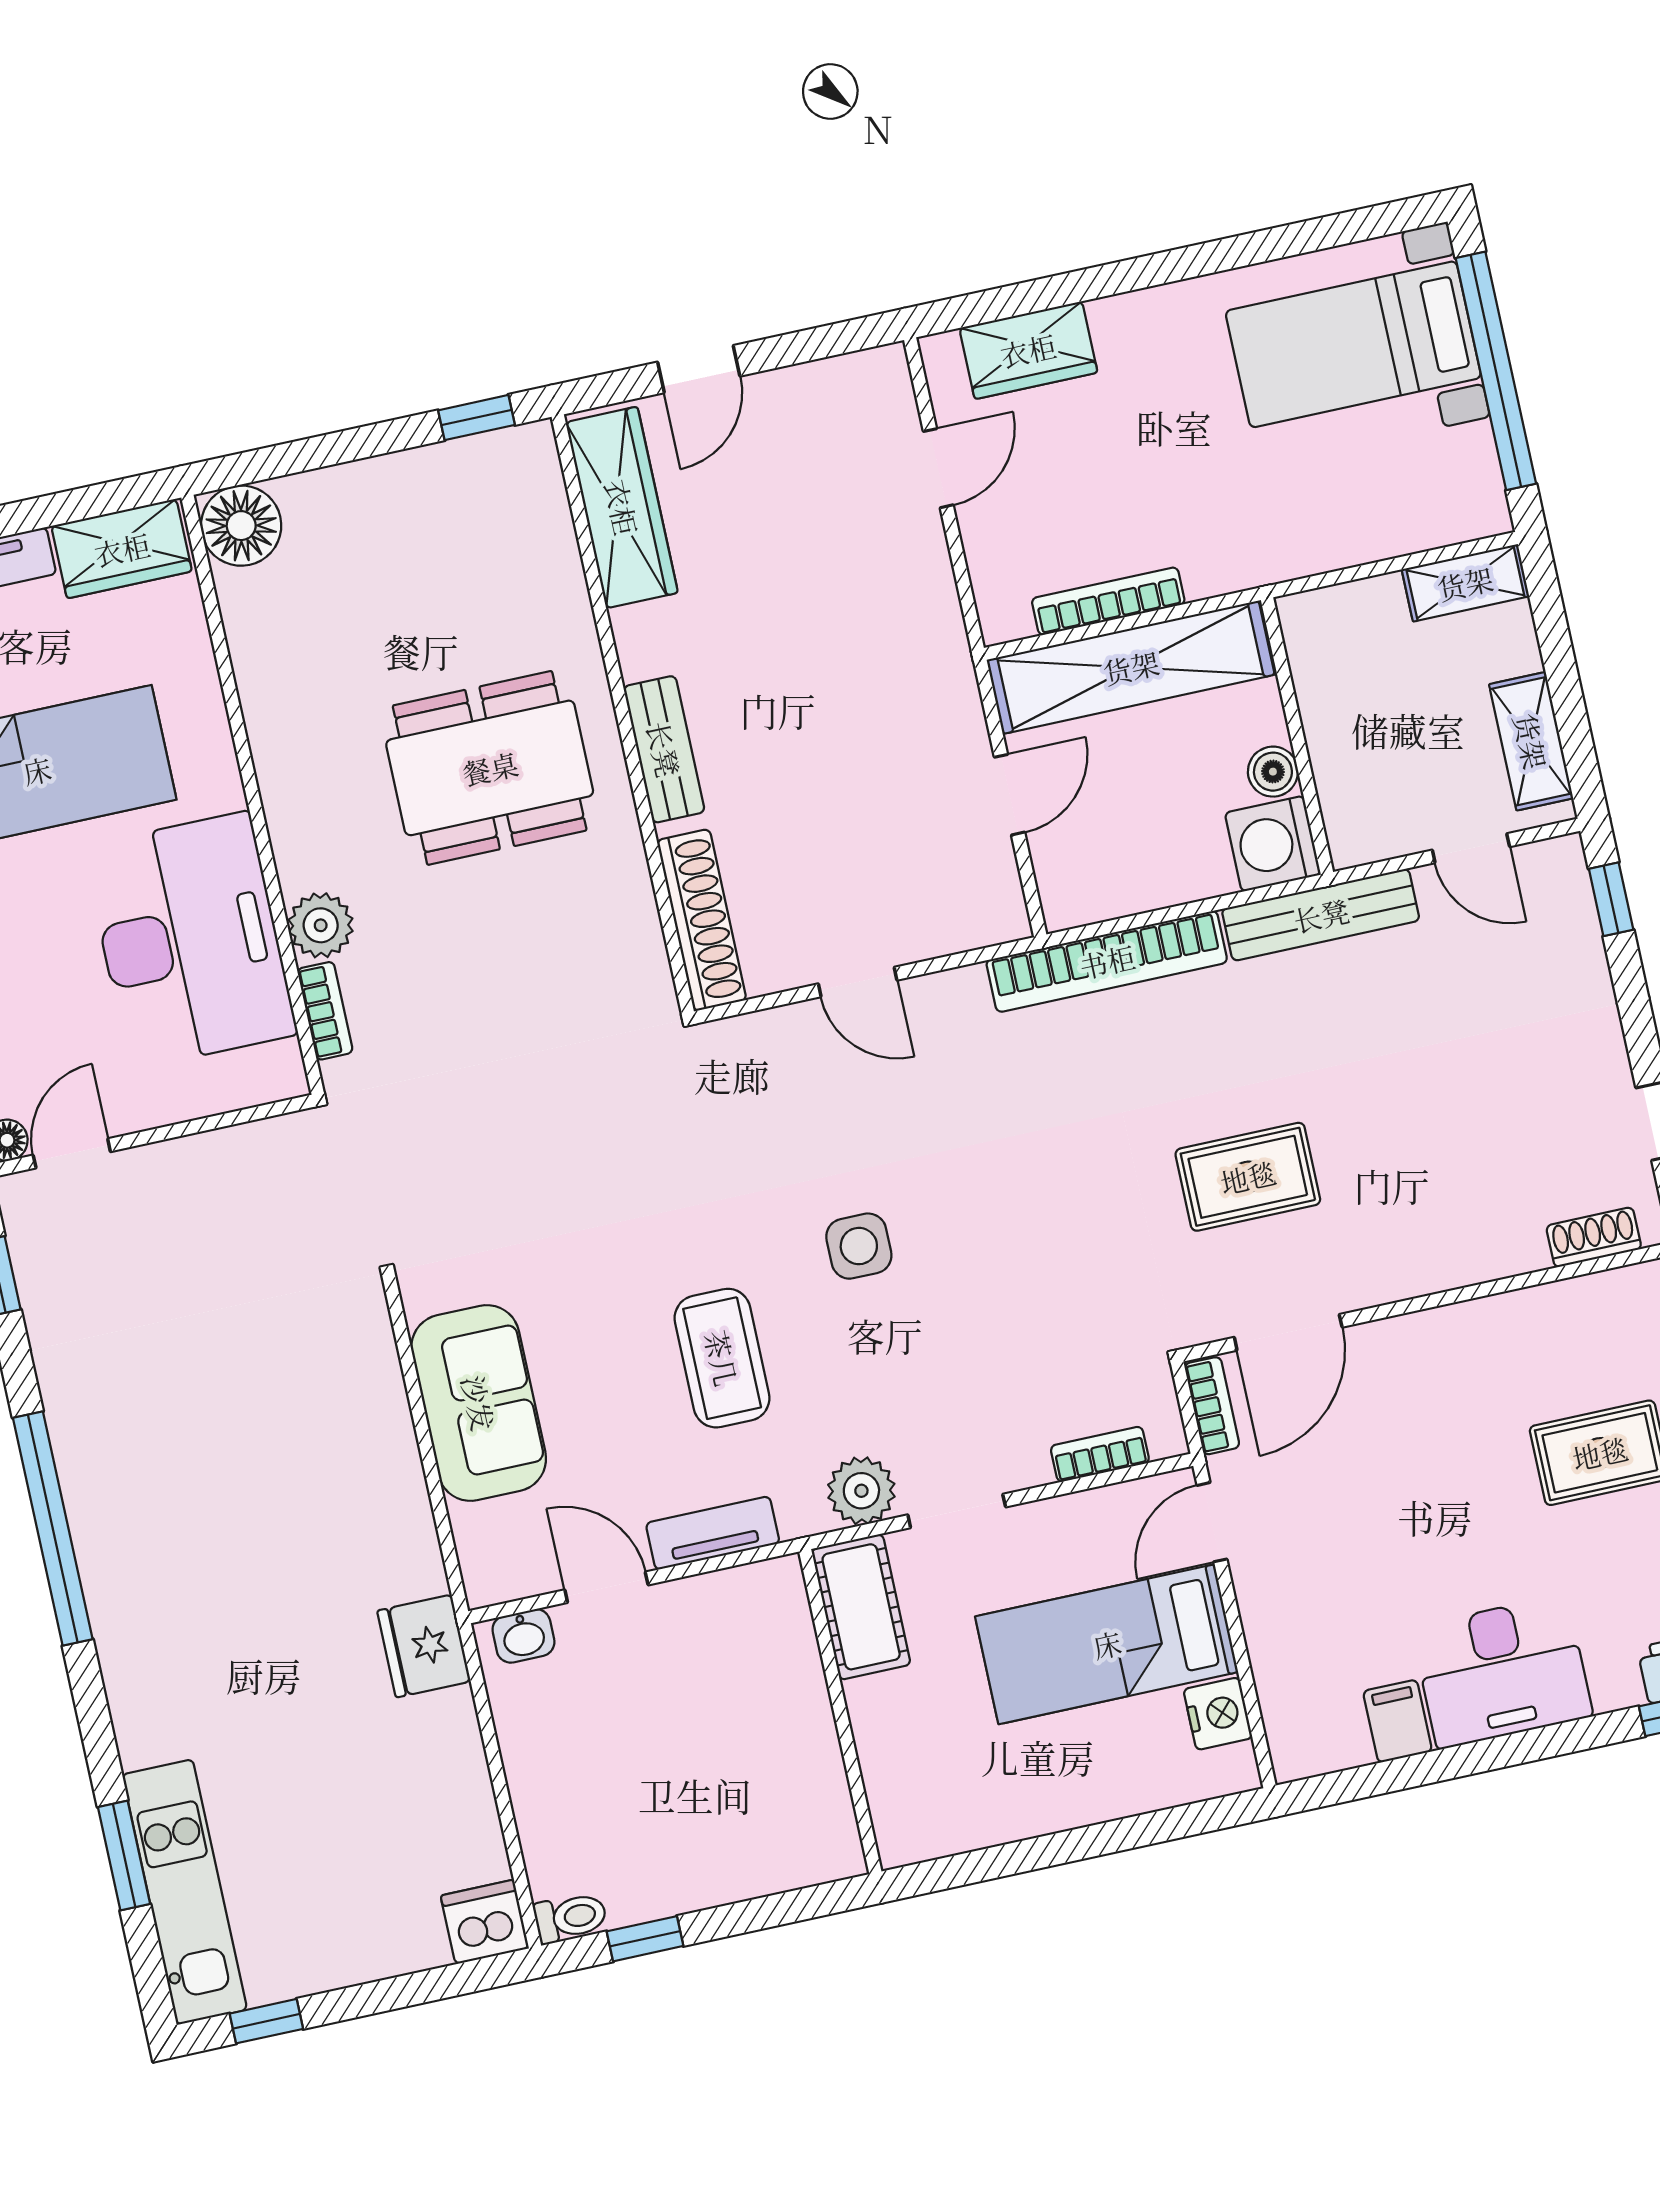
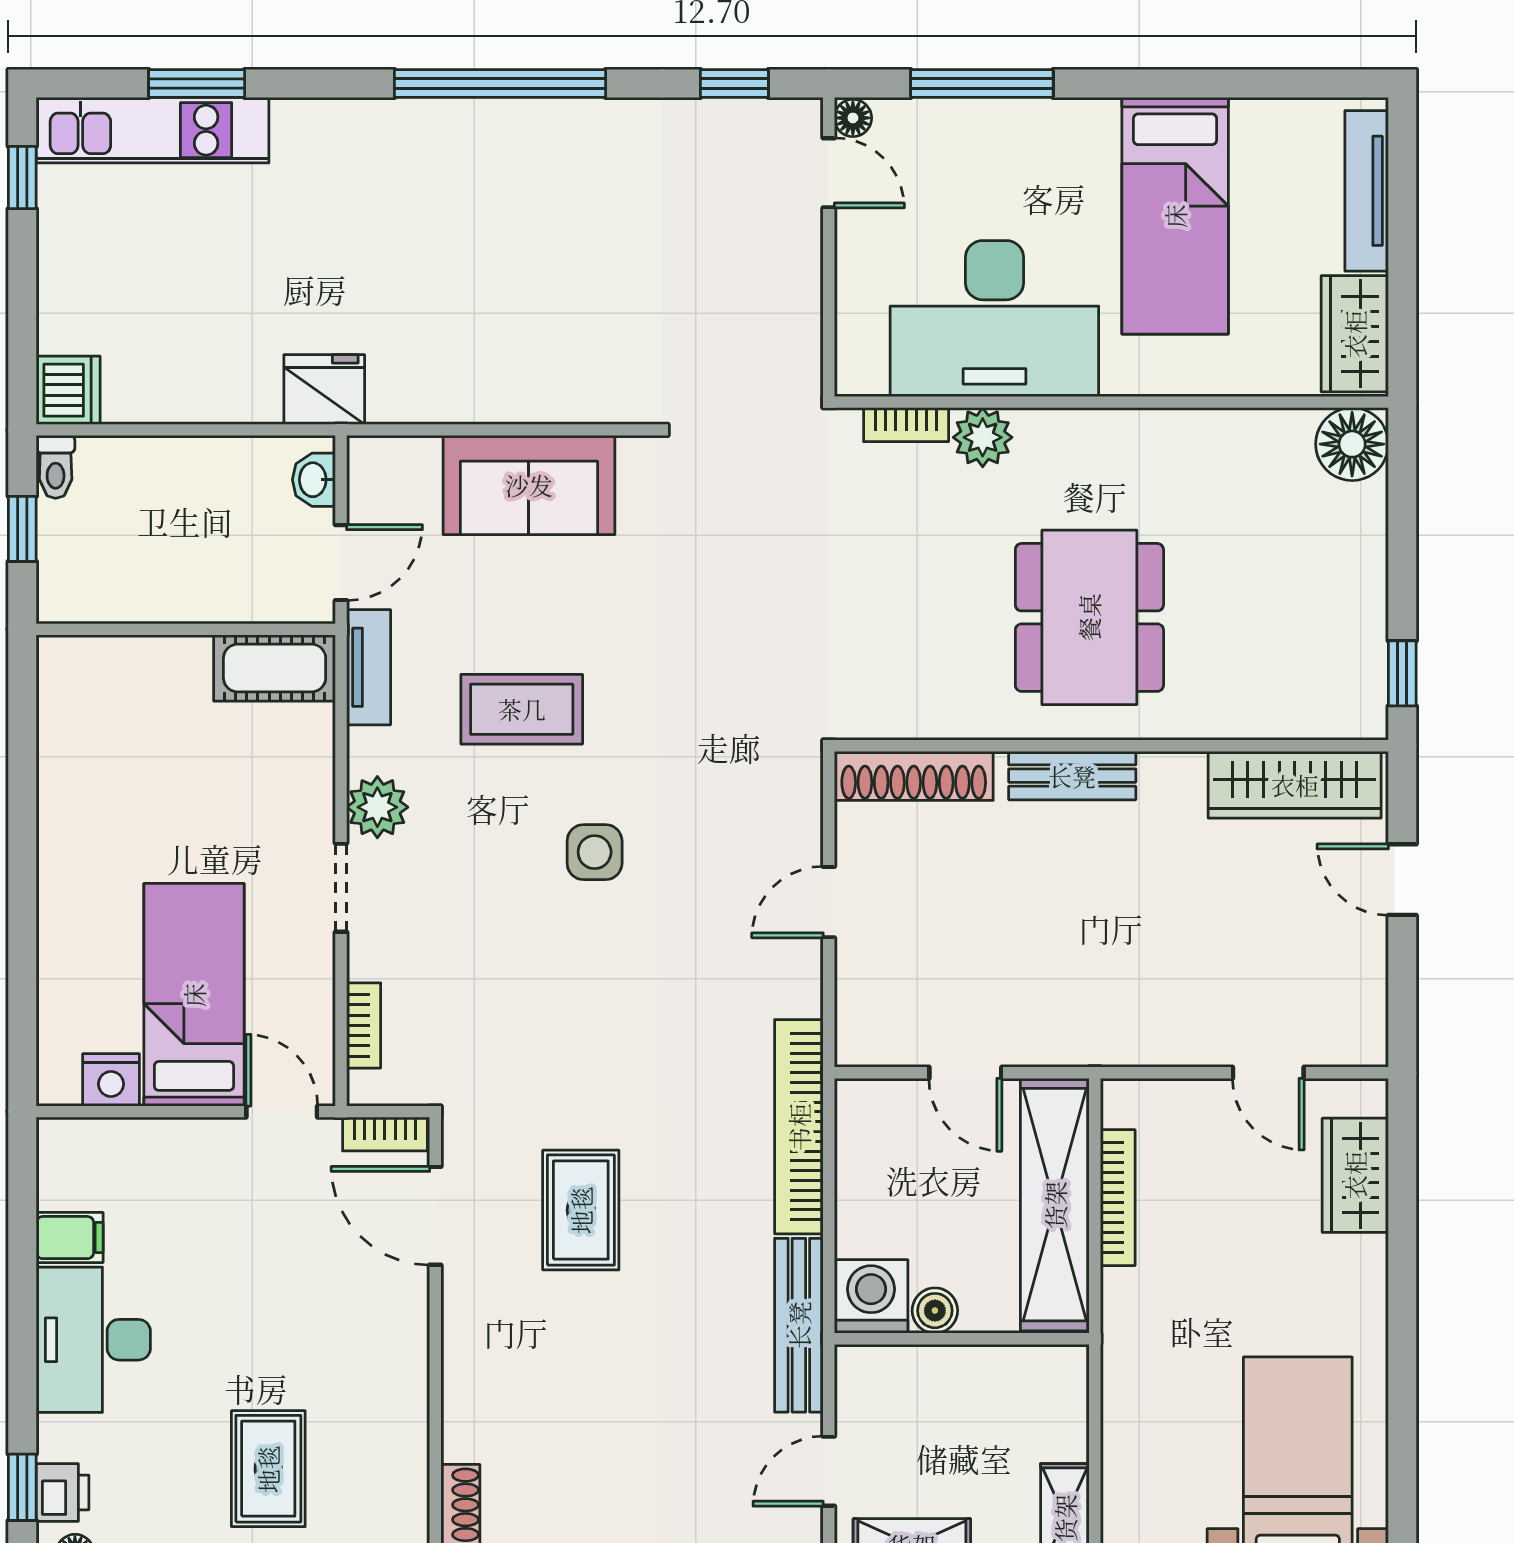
cot: (861, 1607) -> (275, 668), moved
wall: (840, 1712) -> (186, 629), moved

